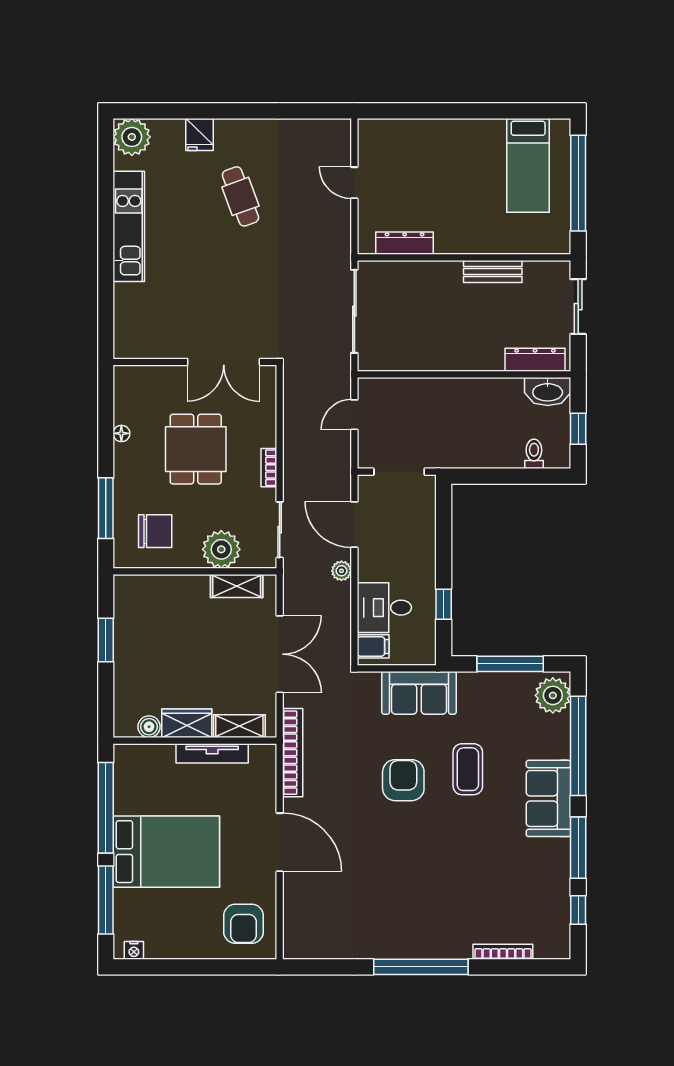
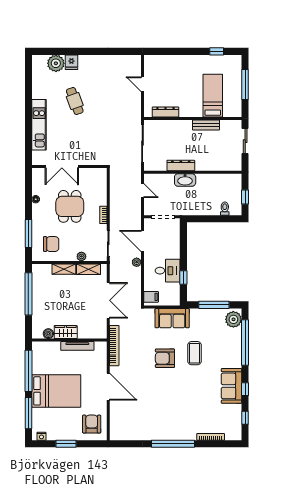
window: (516, 111) -> (217, 51), added
plant: (132, 137) -> (56, 63), moved
bed: (528, 165) -> (213, 96), moved, turned 180
window: (578, 183) -> (245, 84), width x0.68
cafe table: (240, 196) -> (75, 101), moved
kitchen unit: (129, 226) -> (39, 125), moved
dresser: (535, 360) -> (181, 165), moved
double door: (224, 362) -> (62, 166), moved
washbasin: (548, 392) -> (185, 180), moved
door: (354, 415) -> (142, 191), swing flipped
plant: (221, 549) -> (81, 256), width x0.53, depth x0.53
desk: (384, 608) -> (168, 271), moved, turned 180
window: (106, 640) -> (28, 294), width x2.11
shelving: (239, 726) -> (64, 269), moved
armchair: (403, 780) -> (165, 358), turned -90
sofa: (548, 798) -> (231, 386), moved
window: (578, 848) -> (245, 389), width x0.46
armchair: (244, 924) -> (92, 424), turned 180
window: (188, 967) -> (66, 444), added

